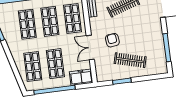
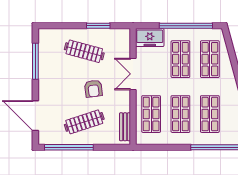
armchair: (112, 40) -> (93, 89), moved
double door: (90, 47) -> (133, 74), swing flipped

